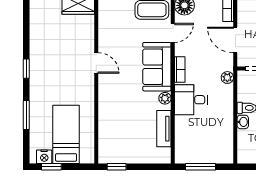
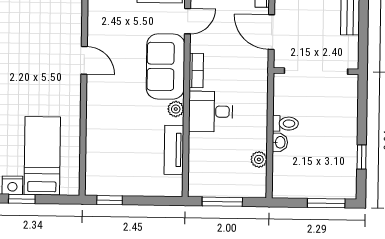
plant: (227, 78) -> (259, 159), moved

